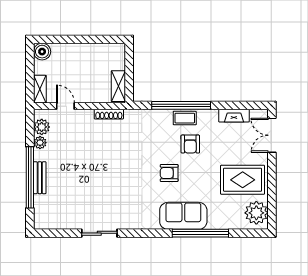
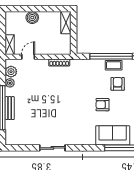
boiler: (42, 52) -> (32, 18), moved
shelving: (118, 86) -> (66, 23), moved
door: (65, 106) -> (28, 57), hinge flipped
armchair: (190, 144) -> (118, 84), turned 180

